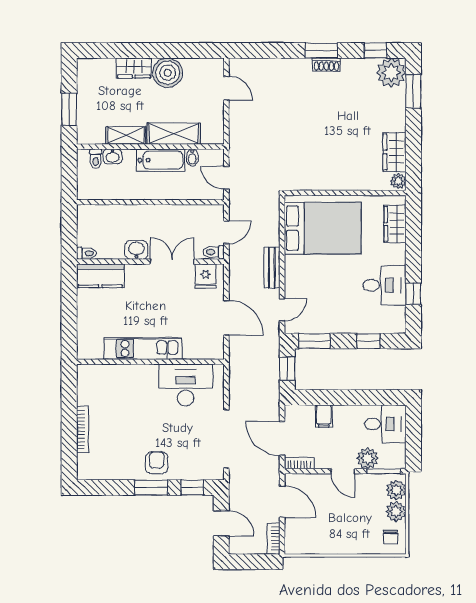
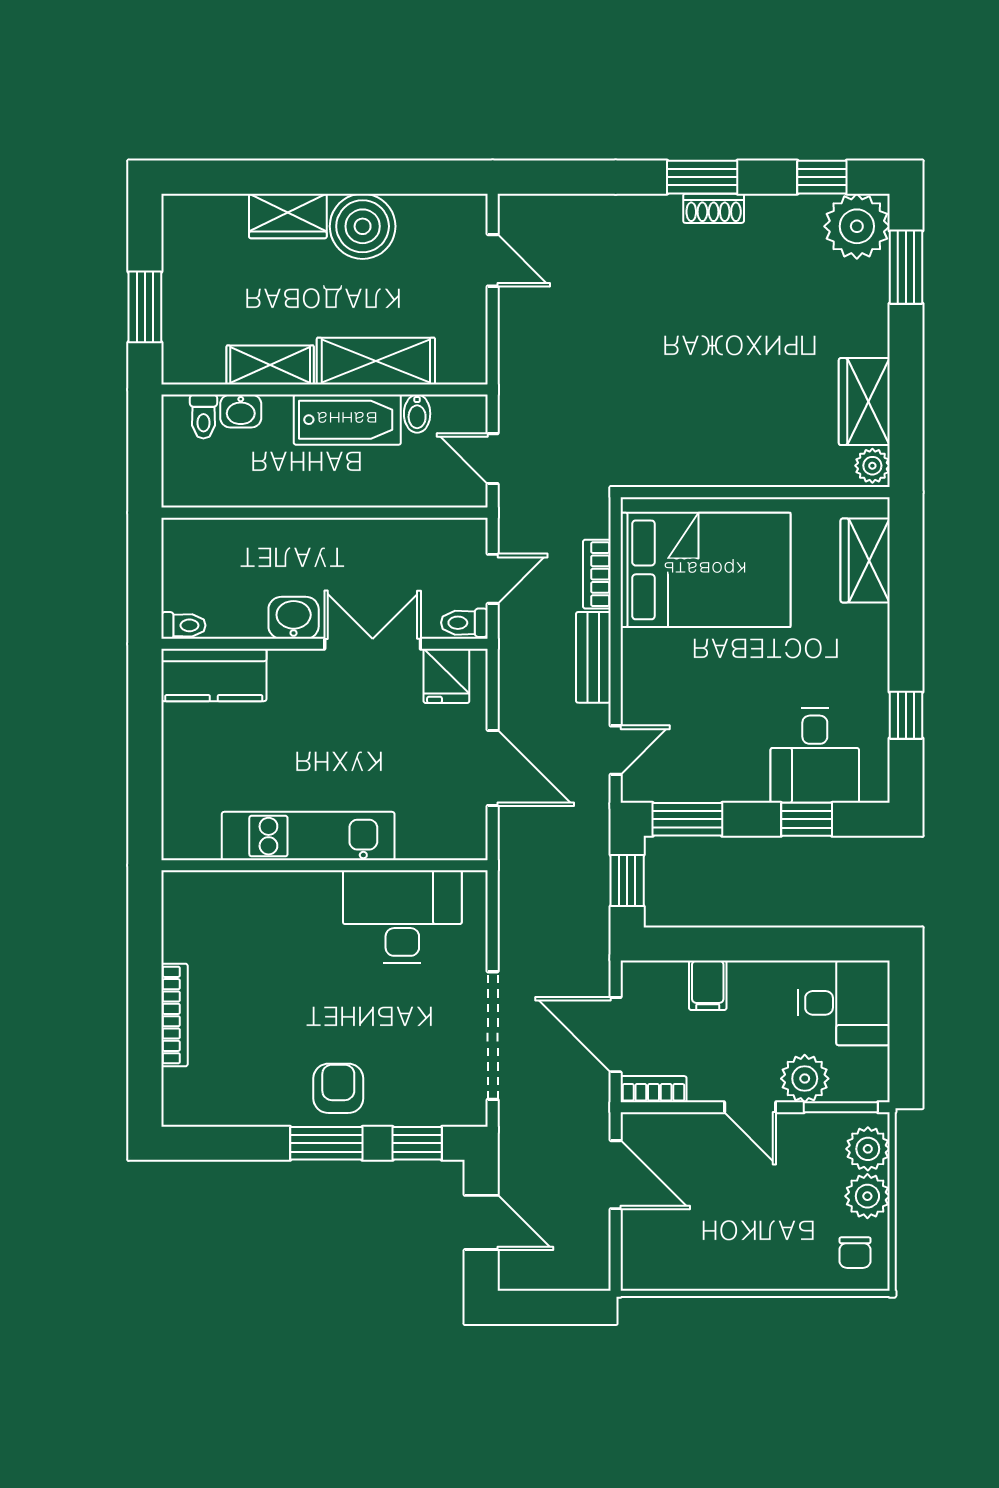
desk: (384, 285) -> (815, 755), moved, turned 90
bookcase: (274, 539) -> (597, 574), moved

